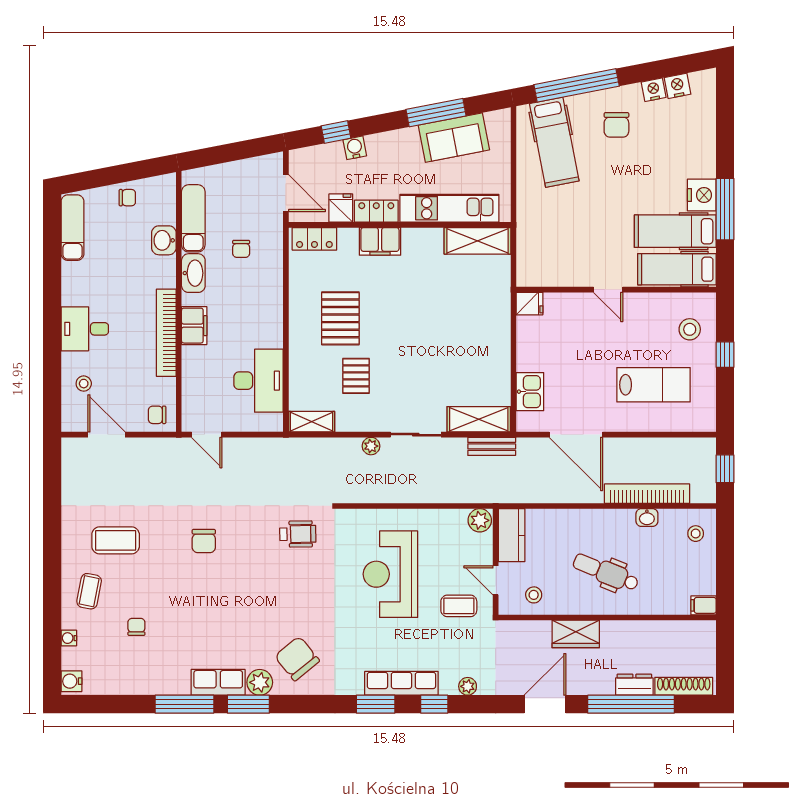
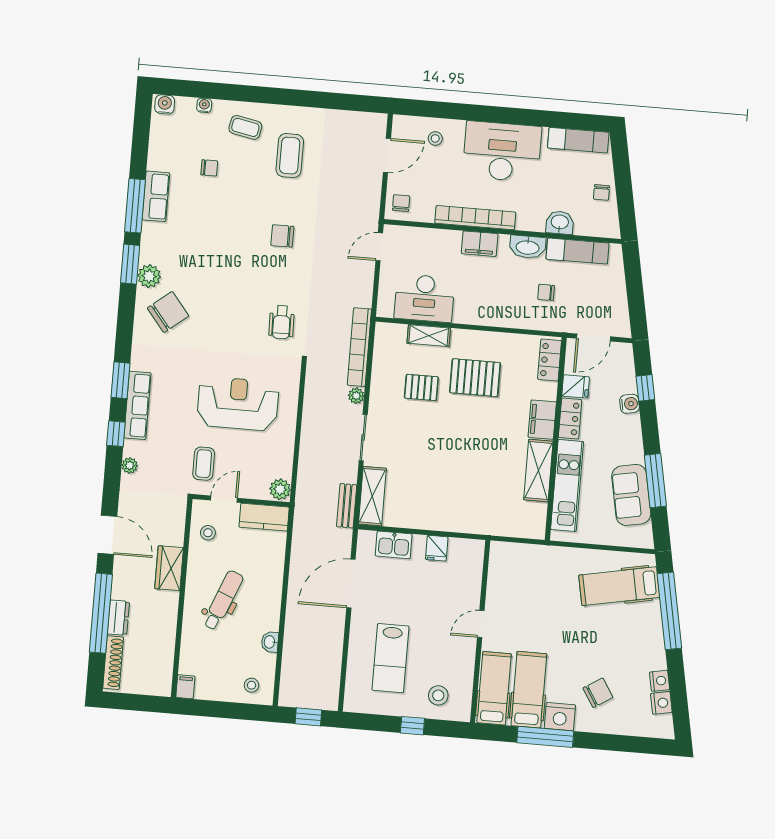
chair: (616, 125) -> (598, 693), moved, turned 148
shelving: (478, 241) -> (538, 471), moved
fridge: (530, 304) -> (437, 548), moved
desk: (85, 329) -> (502, 152), width x1.87, depth x1.30
shelving: (312, 422) -> (429, 336), moved, turned 90
bookcase: (647, 494) -> (359, 347), moved, turned 180
row of seats: (218, 682) -> (156, 196), moved

